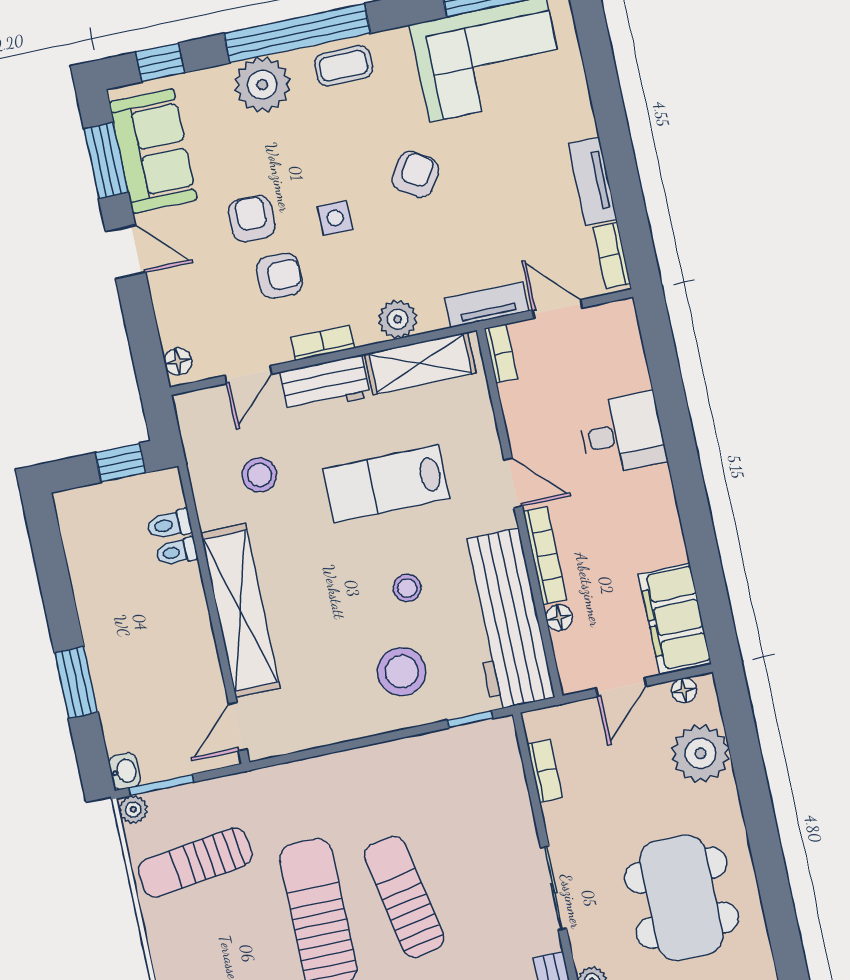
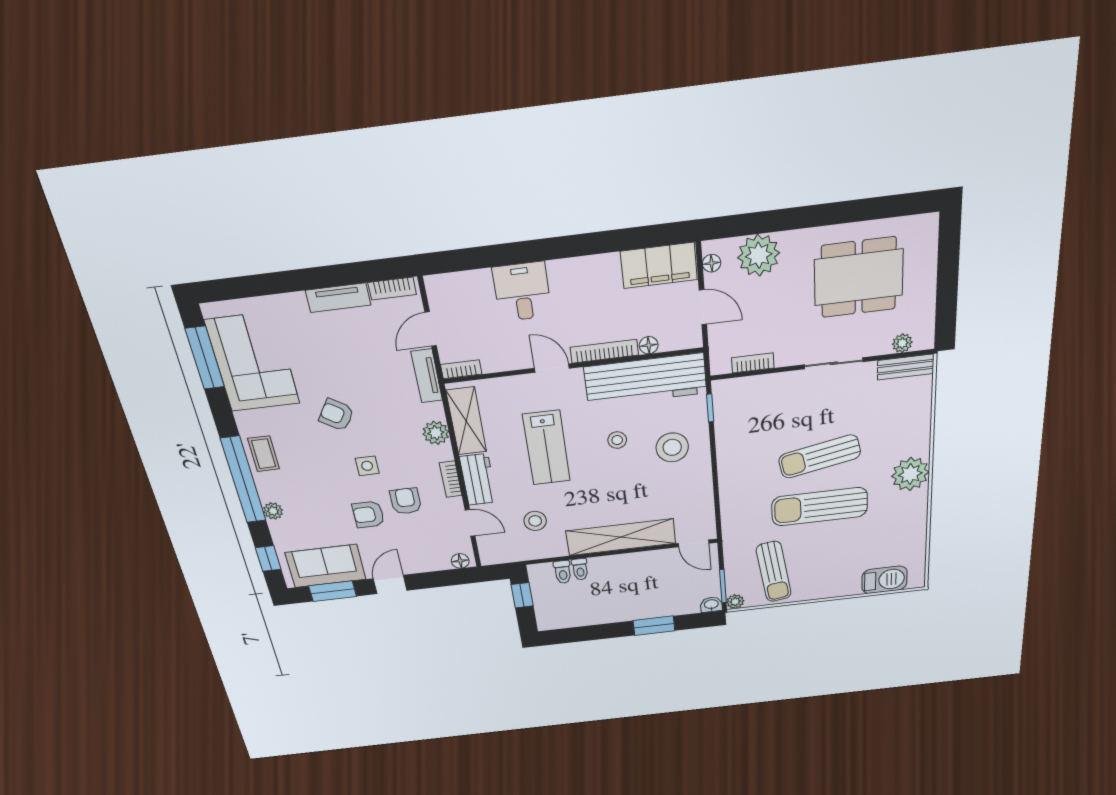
plant: (262, 85) -> (273, 511), width x0.53, depth x0.53
door: (513, 483) -> (552, 368), hinge flipped

